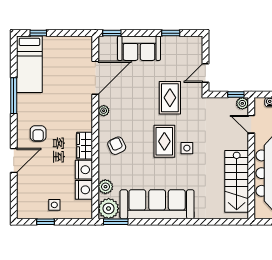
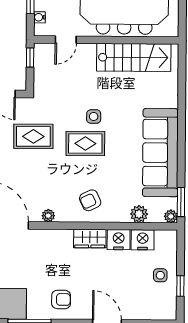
plant: (242, 103) -> (41, 50), removed
armchair: (38, 133) -> (61, 299), moved
plant: (109, 209) -> (171, 216), width x0.53, depth x0.53

